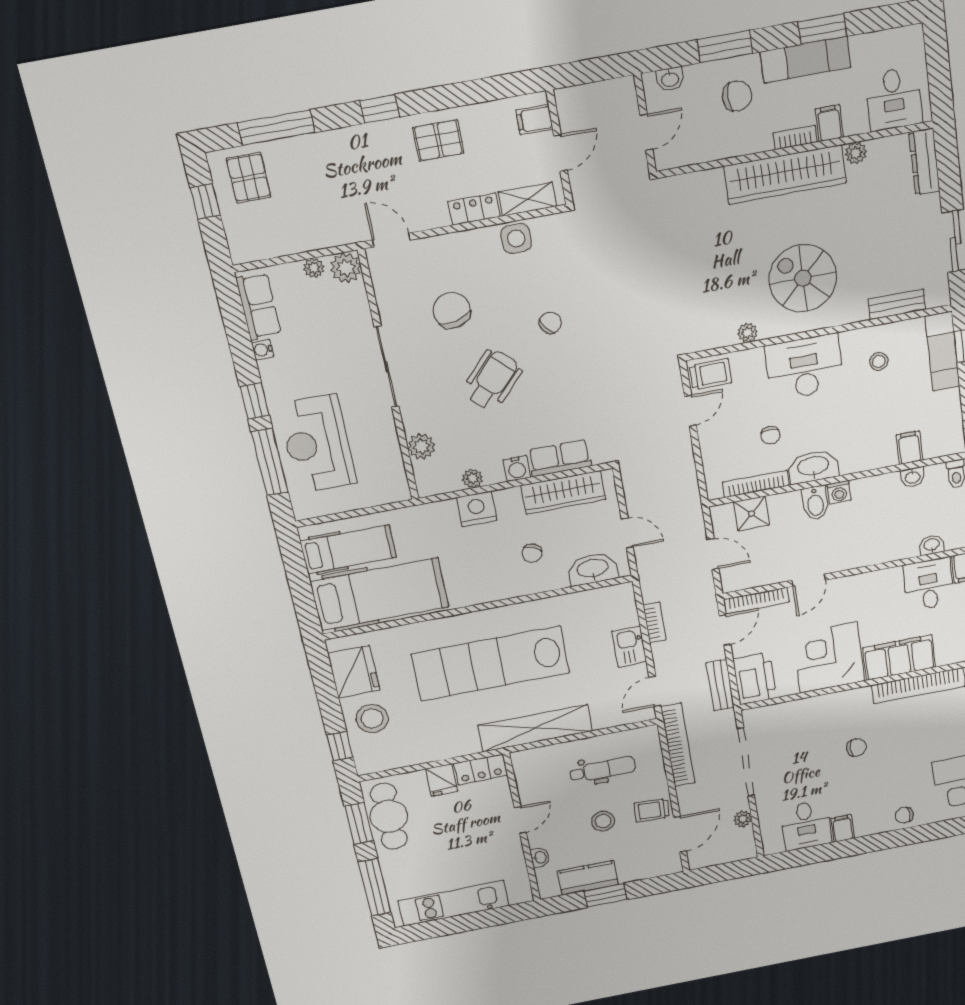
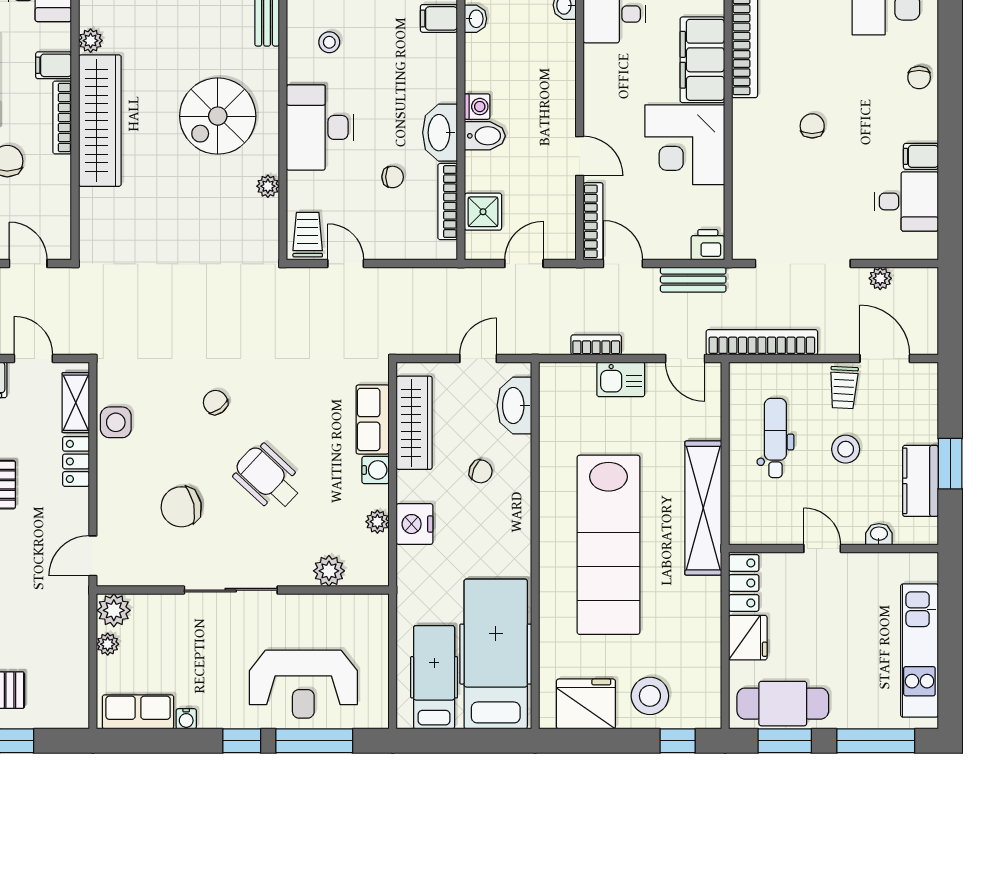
bookcase: (795, 137) -> (62, 118), width x1.56
printer: (754, 678) -> (708, 245), width x0.53, depth x0.68
fridge: (442, 780) -> (748, 638), width x1.38

